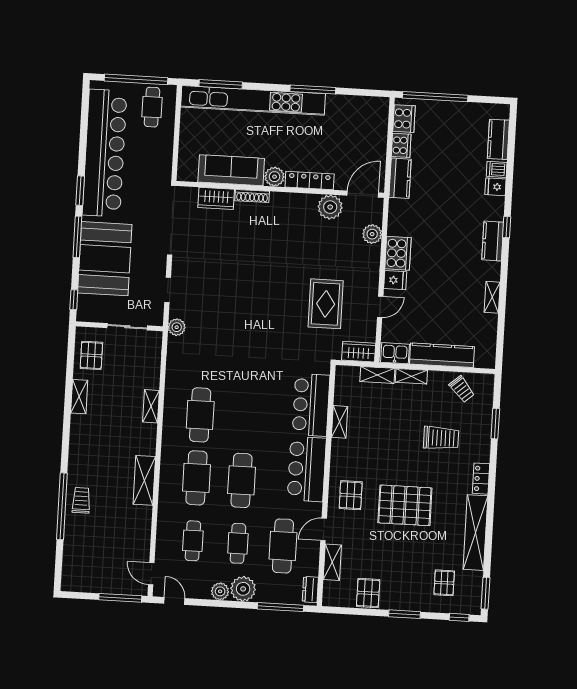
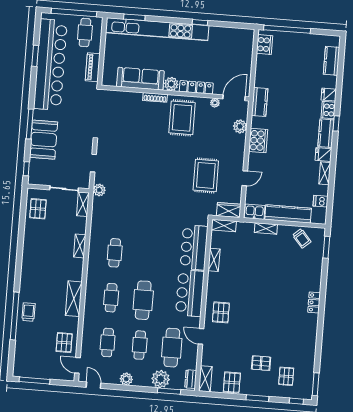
window: (221, 84) -> (134, 17), width x0.69
window: (313, 90) -> (200, 22), width x0.46
cooker: (401, 145) -> (328, 110), moved, turned 180
piano: (164, 156) -> (93, 67), added
dishwasher: (497, 169) -> (321, 201), moved
kitchen counter: (400, 178) -> (260, 102), moved
window: (80, 191) -> (35, 56), moved
wardrobe: (216, 198) -> (129, 99), removed
plant: (330, 207) -> (215, 103), width x0.53, depth x0.53
rug: (290, 224) -> (182, 118), added
booth: (105, 259) -> (44, 140), width x0.73, depth x0.70
fridge: (395, 280) -> (323, 154), moved, turned 180
shelving: (377, 375) -> (224, 226), moved
shelving: (79, 397) -> (83, 204), moved
cafe table: (200, 415) -> (115, 253), width x0.73, depth x0.74
window: (495, 424) -> (326, 247), moved
trolley: (441, 438) -> (286, 273), removed
cafe table: (197, 478) -> (111, 298), width x0.73, depth x0.74
pallet: (405, 505) -> (261, 363), moved, width x0.49, depth x0.50
door: (324, 529) -> (201, 336), hinge flipped
shelving: (475, 533) -> (309, 341), removed
pallet: (132, 542) -> (64, 343), added
shelving: (332, 562) -> (205, 379), moved
plant: (243, 589) -> (161, 379), moved
window: (120, 598) -> (35, 381), moved
window: (280, 607) -> (169, 391), width x0.69

